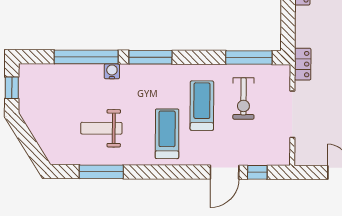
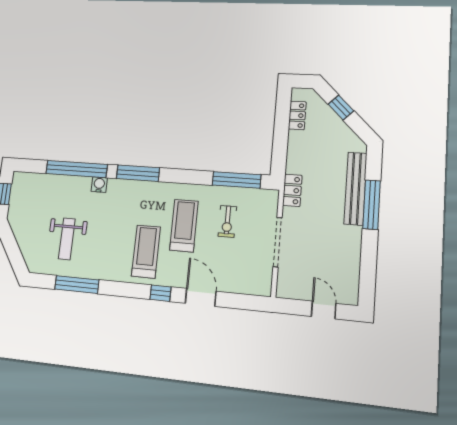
exercise bike: (243, 98) -> (227, 221), width x0.73, depth x0.72
weight bench: (101, 128) -> (67, 239), moved, turned -90
door: (225, 172) -> (201, 297), swing flipped
window: (257, 172) -> (160, 293), moved

